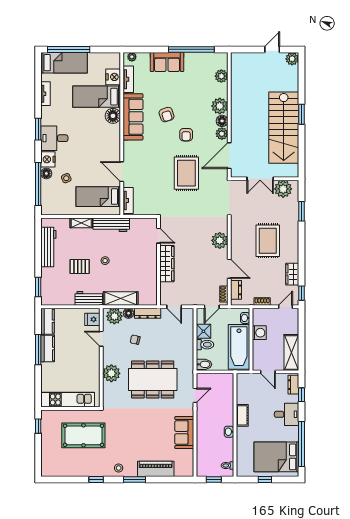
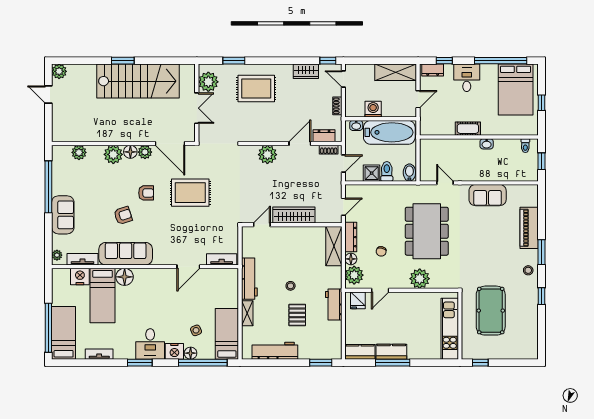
bed: (98, 197) -> (227, 334), moved, turned 180
rug: (268, 241) -> (256, 89), moved
shelving: (121, 298) -> (334, 246), moved
door: (212, 307) -> (343, 164), hinge flipped

